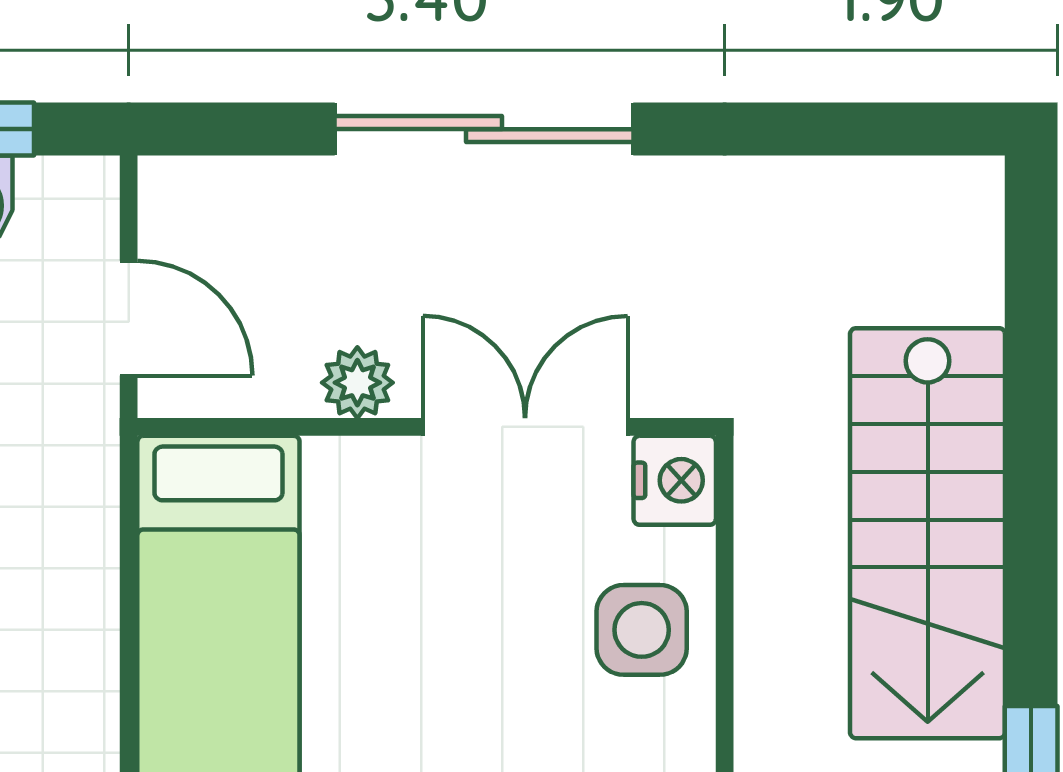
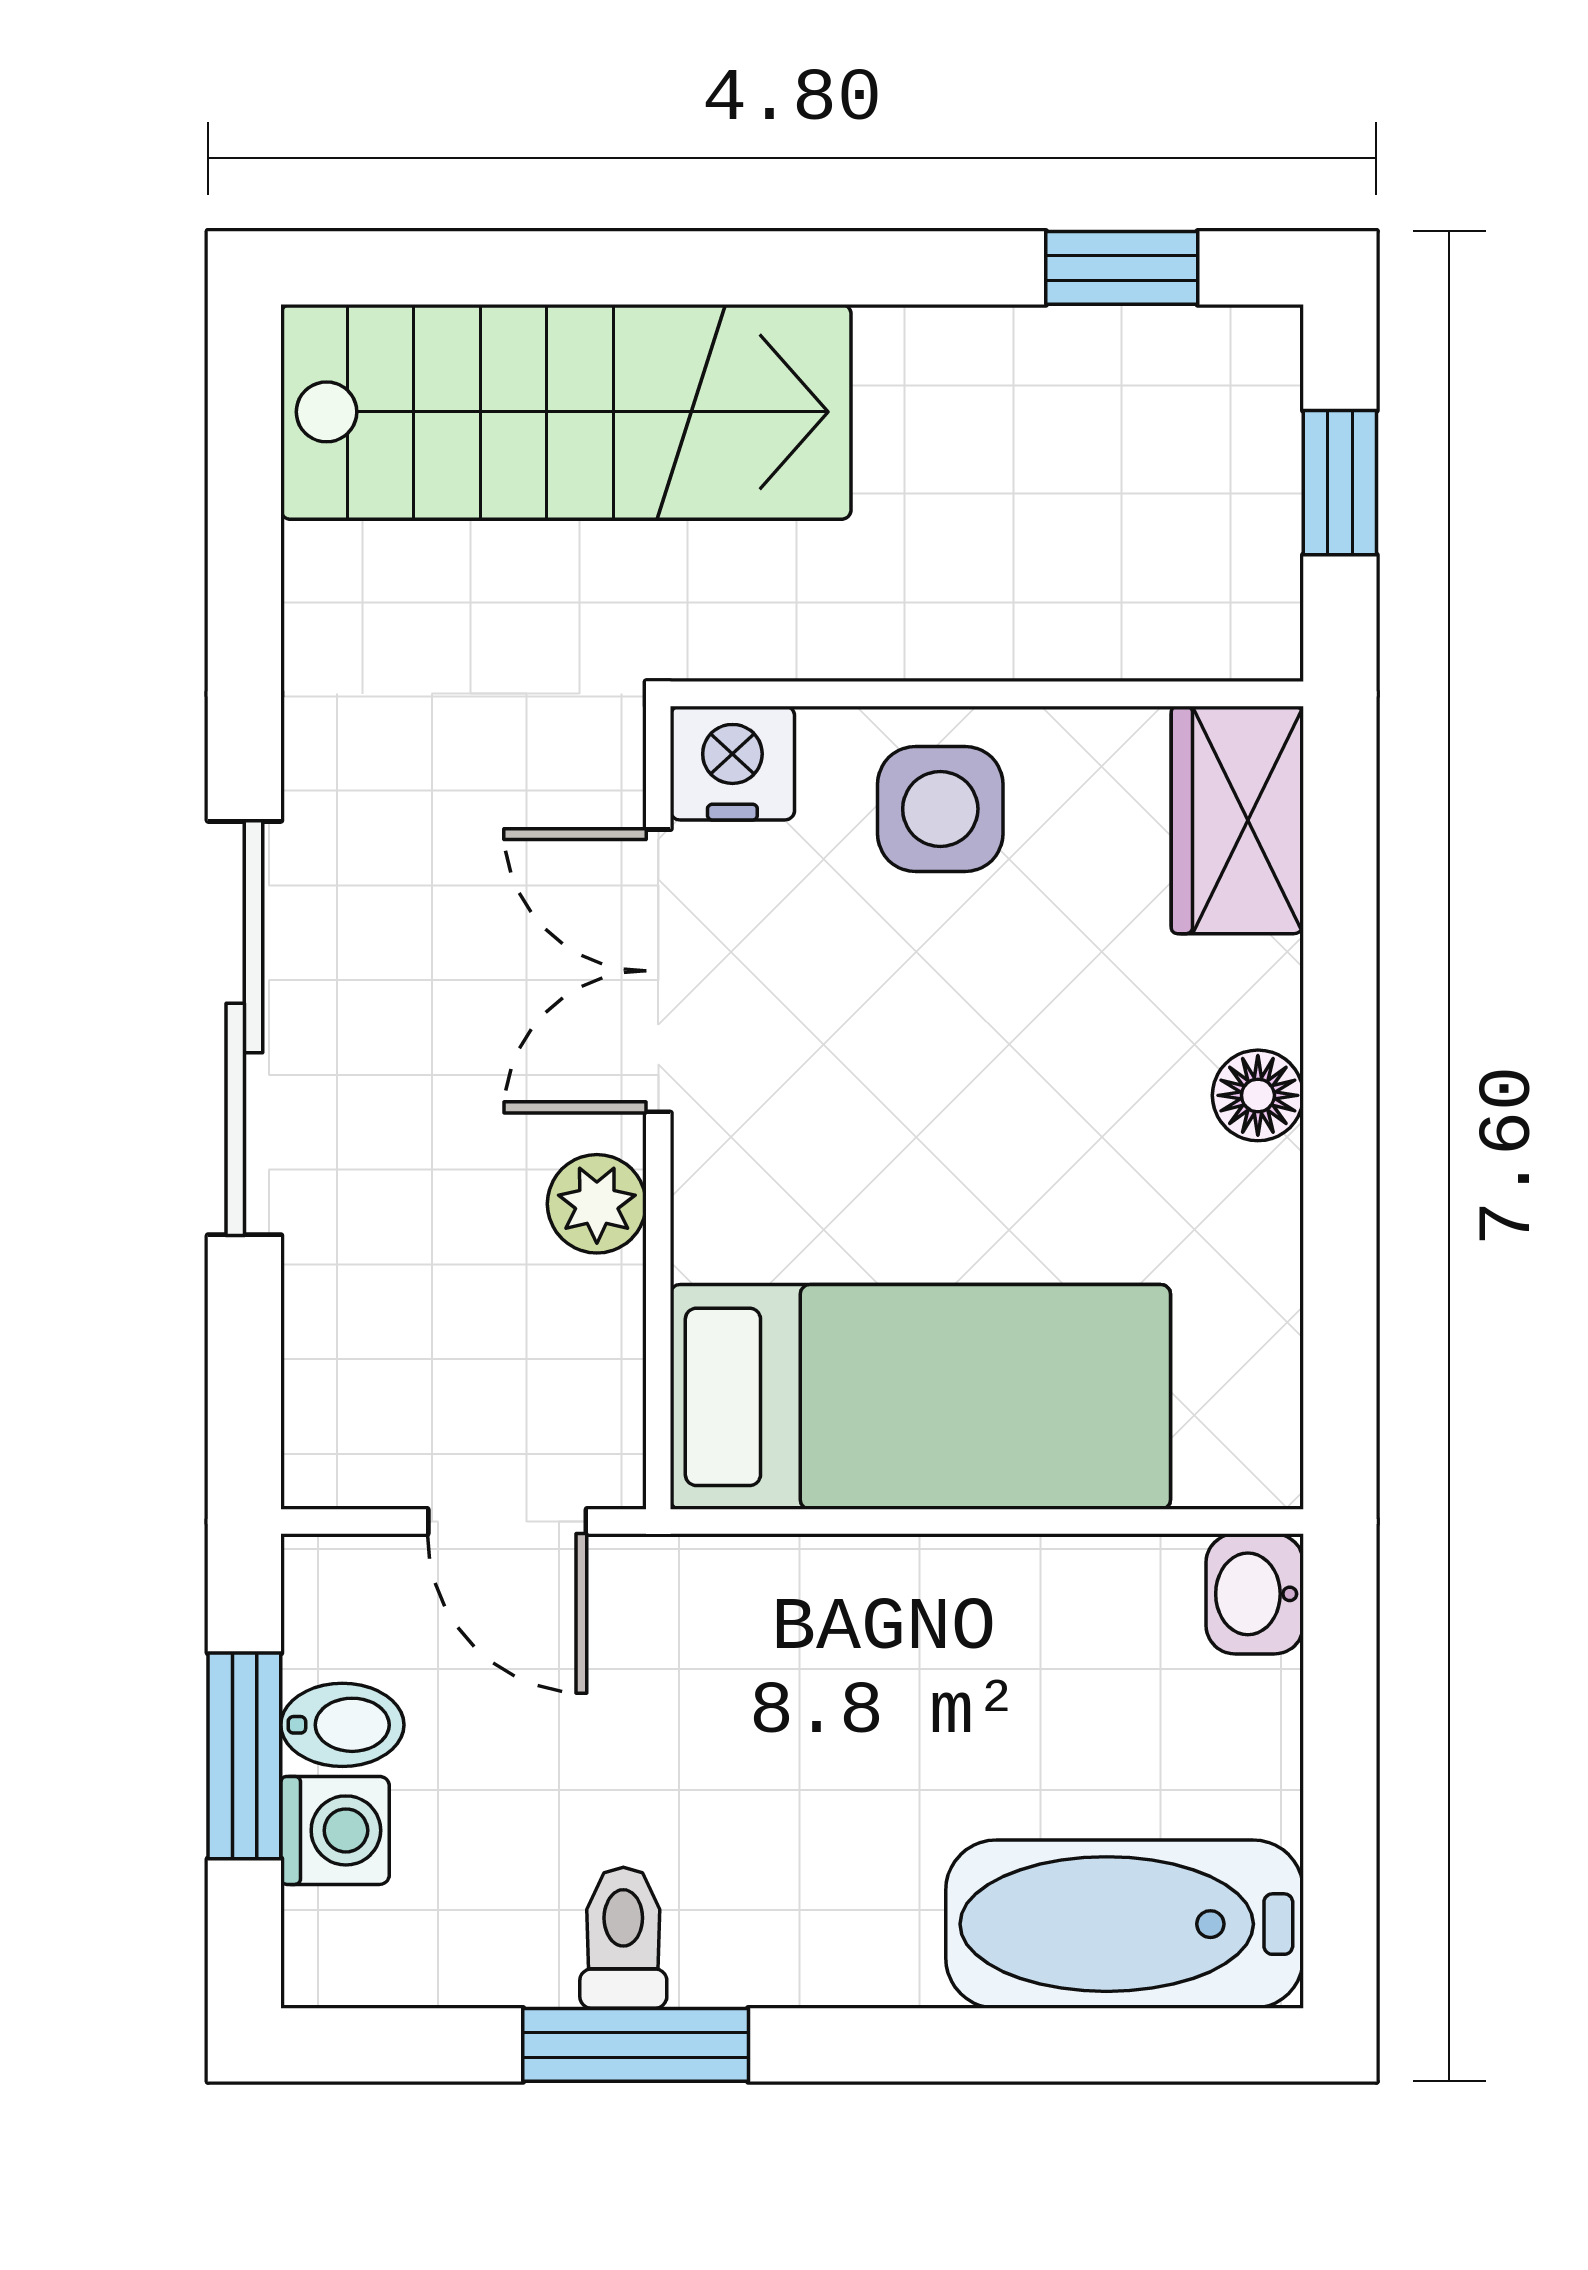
door: (129, 318) -> (507, 1522), swing flipped
stairs: (928, 533) -> (566, 412), moved

